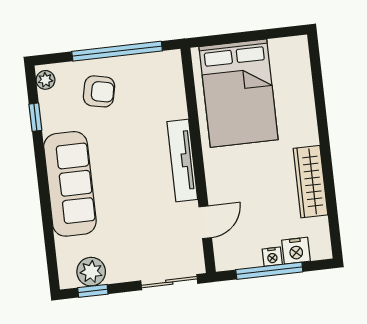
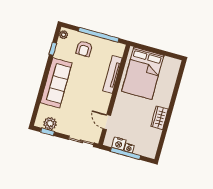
armchair: (99, 91) -> (84, 49), turned 78
tv unit: (182, 161) -> (112, 74), moved
wardrobe: (310, 182) -> (159, 118), width x0.67
door: (205, 222) -> (107, 122), swing flipped
nightstand: (296, 251) -> (119, 144), moved

